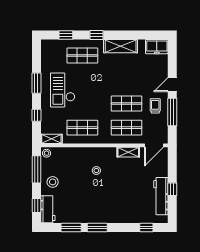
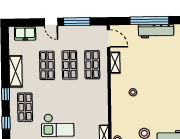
freezer: (157, 47) -> (25, 33), moved, turned 90
trolley: (155, 106) -> (71, 38), removed
shop shelf: (82, 128) -> (47, 65), moved
window: (172, 189) -> (149, 21), width x3.17

